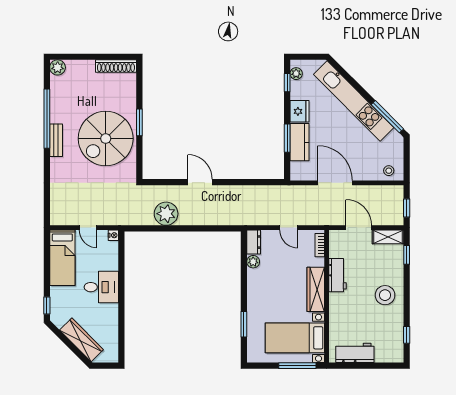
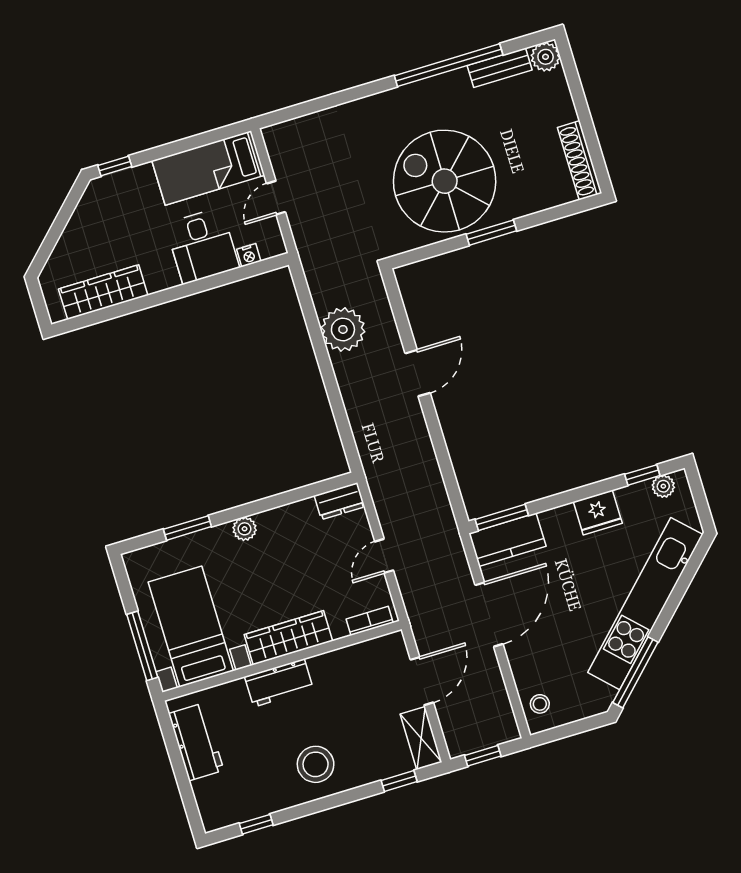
window: (287, 138) -> (502, 517), moved
bench: (56, 140) -> (500, 68), moved
kitchen counter: (299, 142) -> (507, 540), moved
nightstand: (113, 235) -> (249, 255), moved
plant: (253, 262) -> (245, 529), moved
workbench: (338, 275) -> (279, 683), moved
desk: (101, 287) -> (202, 246), moved
wardrobe: (81, 340) -> (103, 292), moved, turned -135

